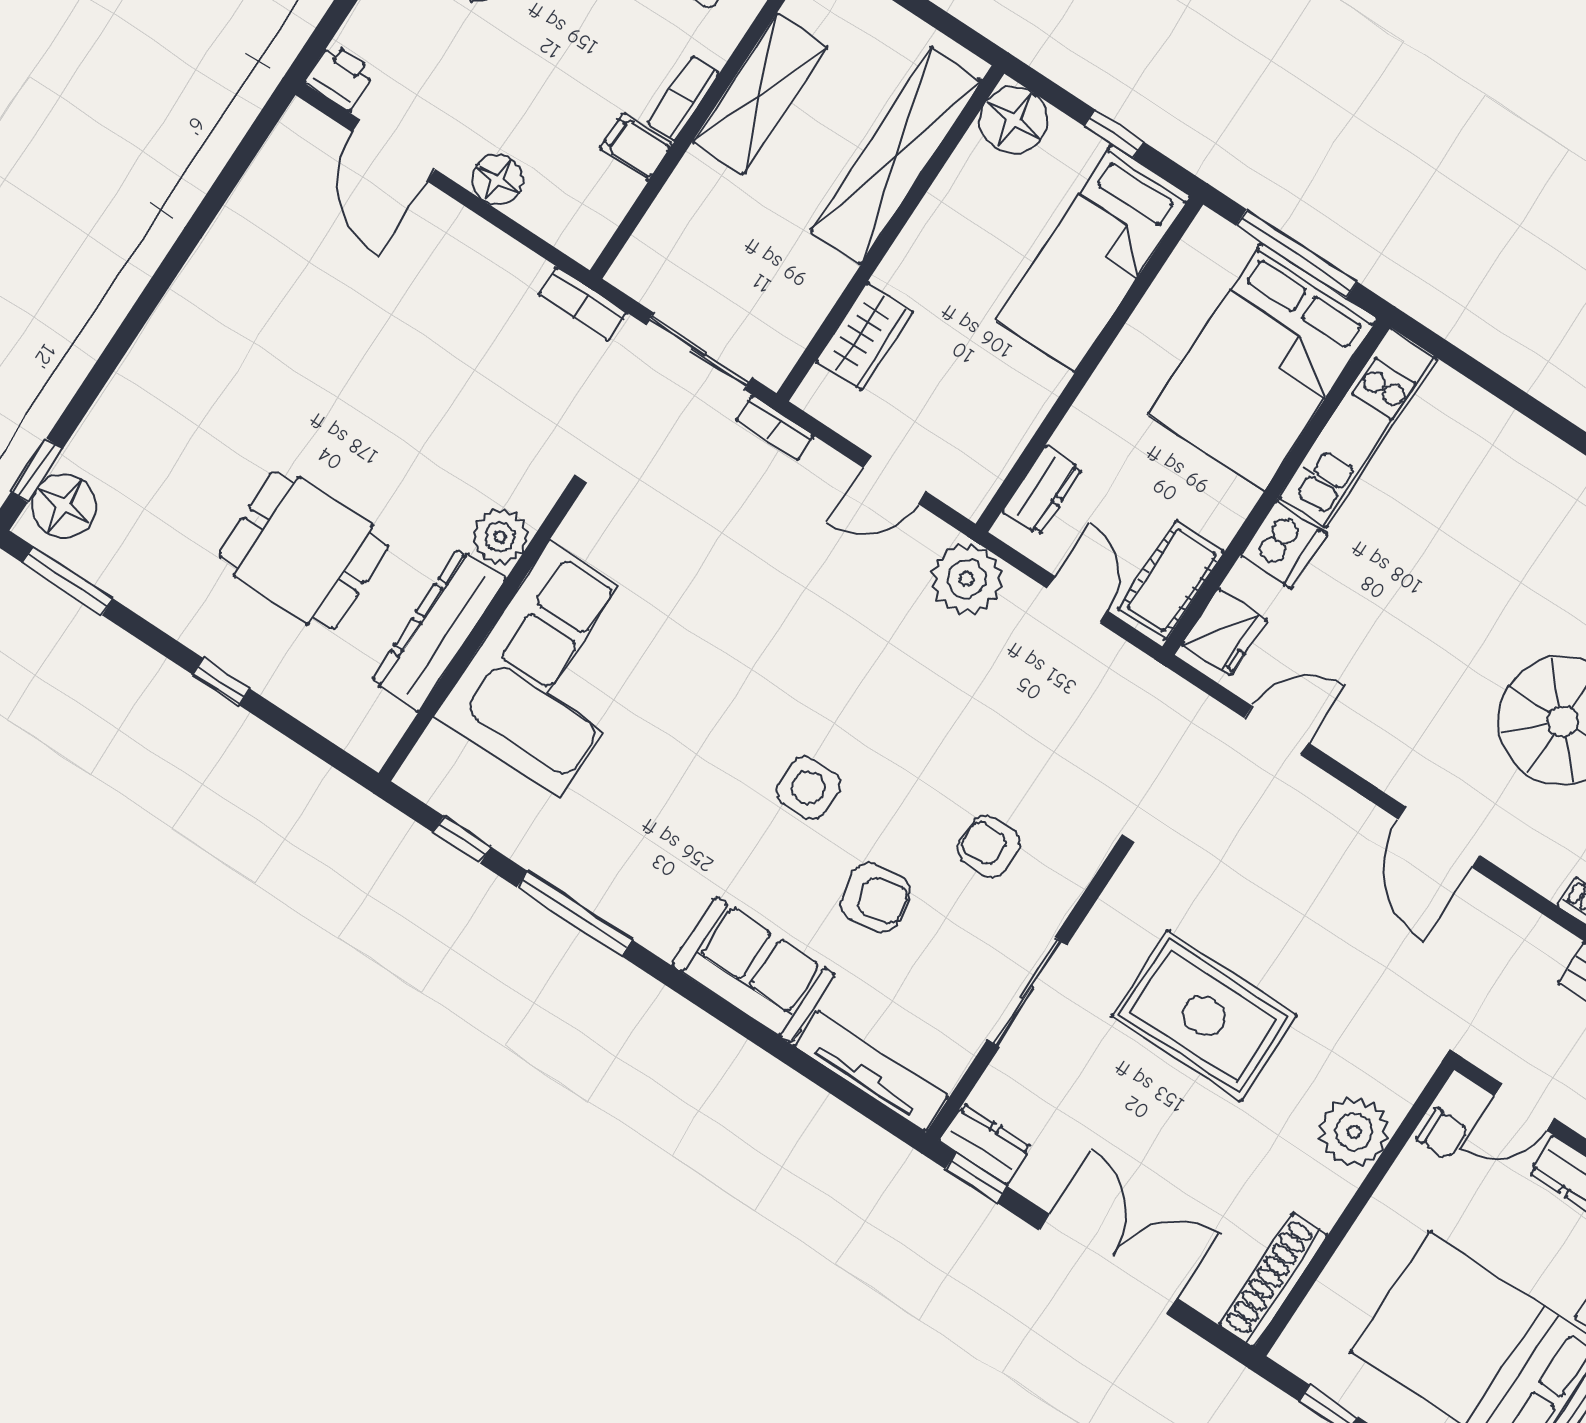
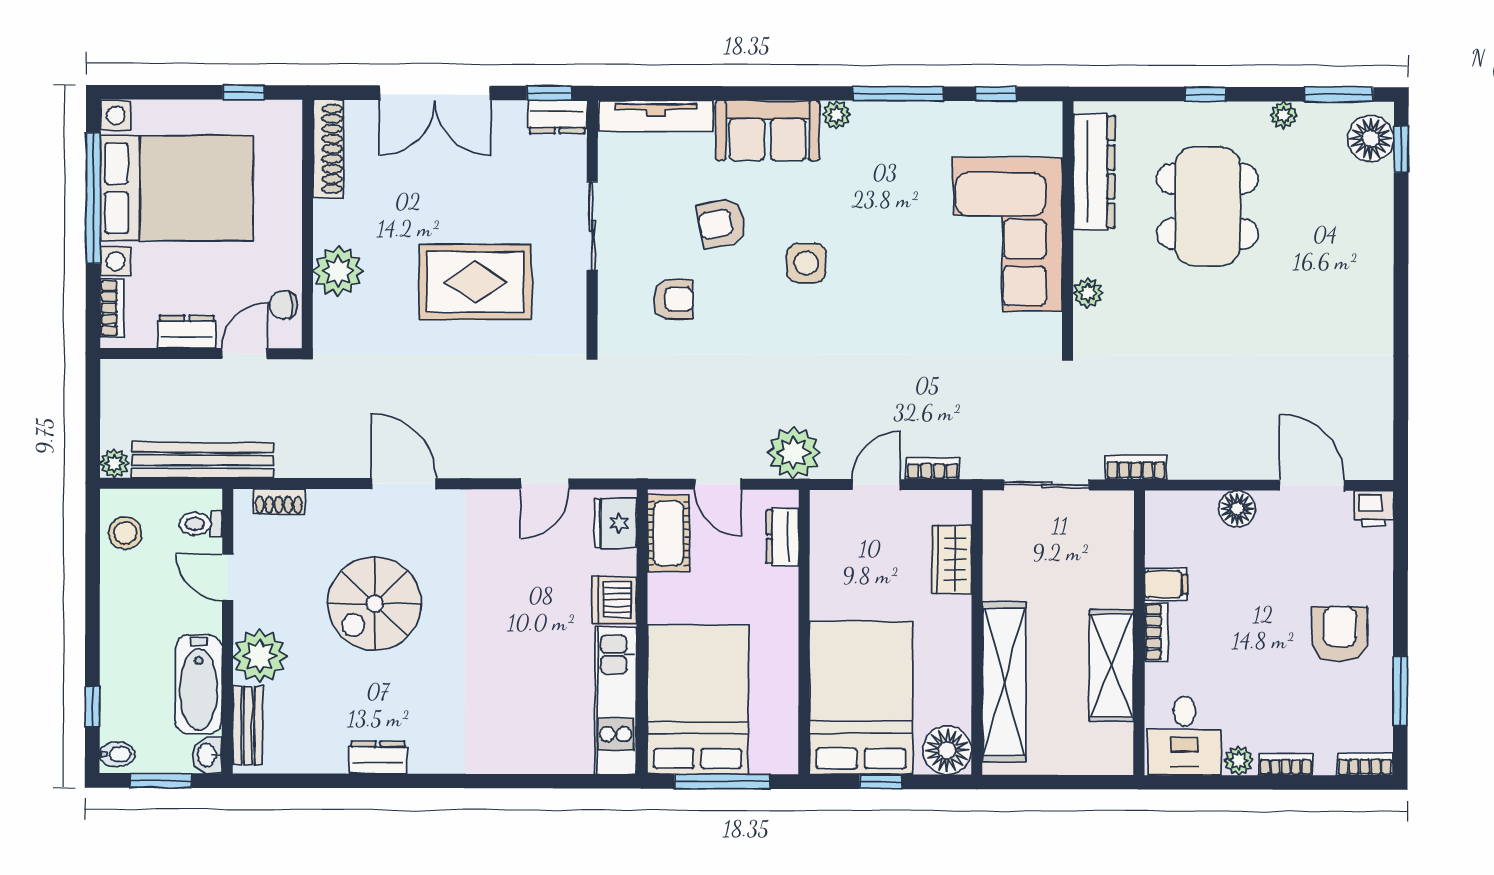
bed: (1093, 258) -> (861, 698), width x1.50
bookcase: (775, 428) -> (933, 468), moved
plant: (500, 537) -> (1088, 293), width x0.73, depth x0.73
dining table: (303, 551) -> (1207, 206), width x1.38
plant: (147, 598) -> (1284, 115), added
dresser: (438, 630) -> (1094, 172), moved
plant: (662, 936) -> (837, 115), added

